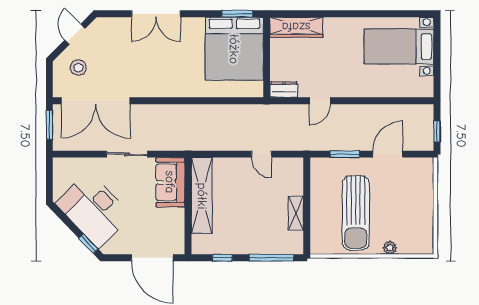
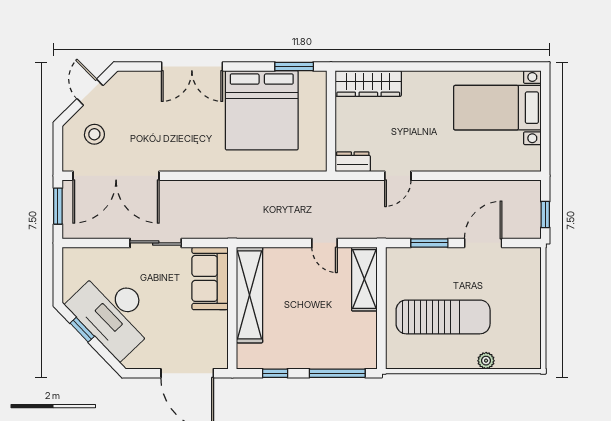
bed: (234, 49) -> (262, 110), moved
shelving: (296, 213) -> (364, 279), moved, width x1.50, depth x1.33
sun lounger: (356, 213) -> (443, 317), turned -90
window: (88, 244) -> (82, 330), moved

